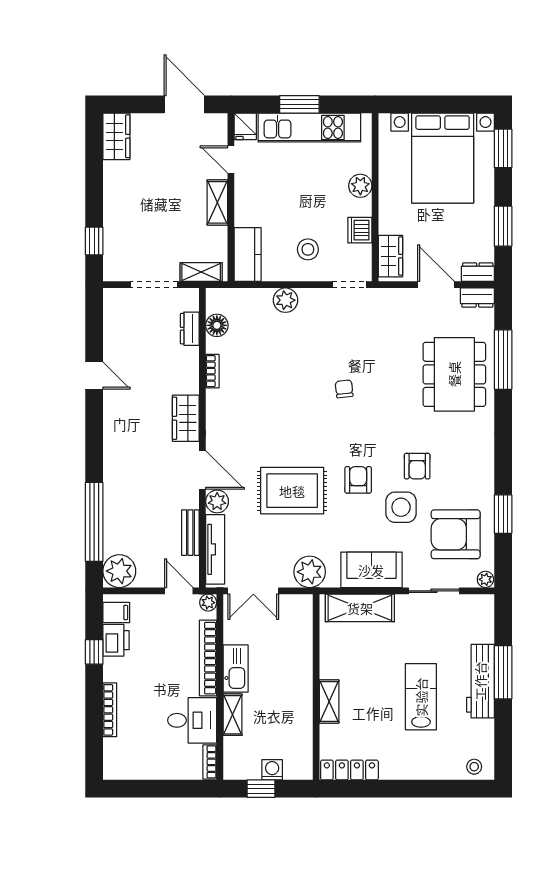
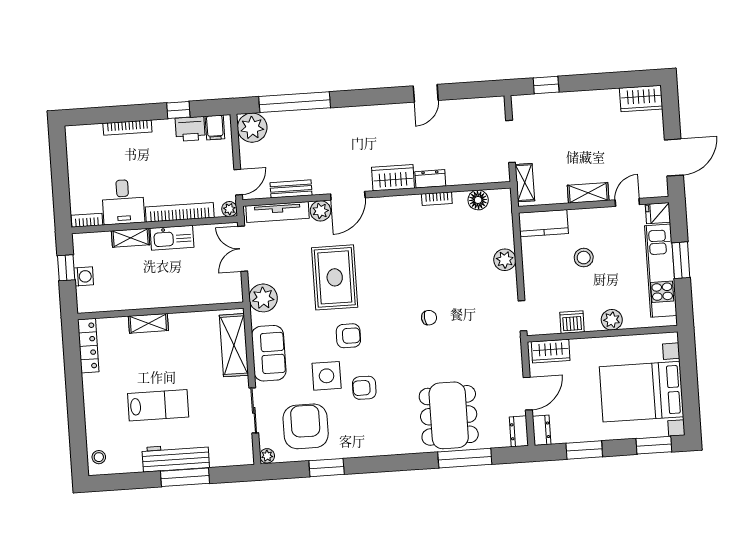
stool: (308, 249) -> (584, 258), moved
dresser: (190, 329) -> (430, 179), moved
dining table: (454, 374) -> (449, 415), turned 90

